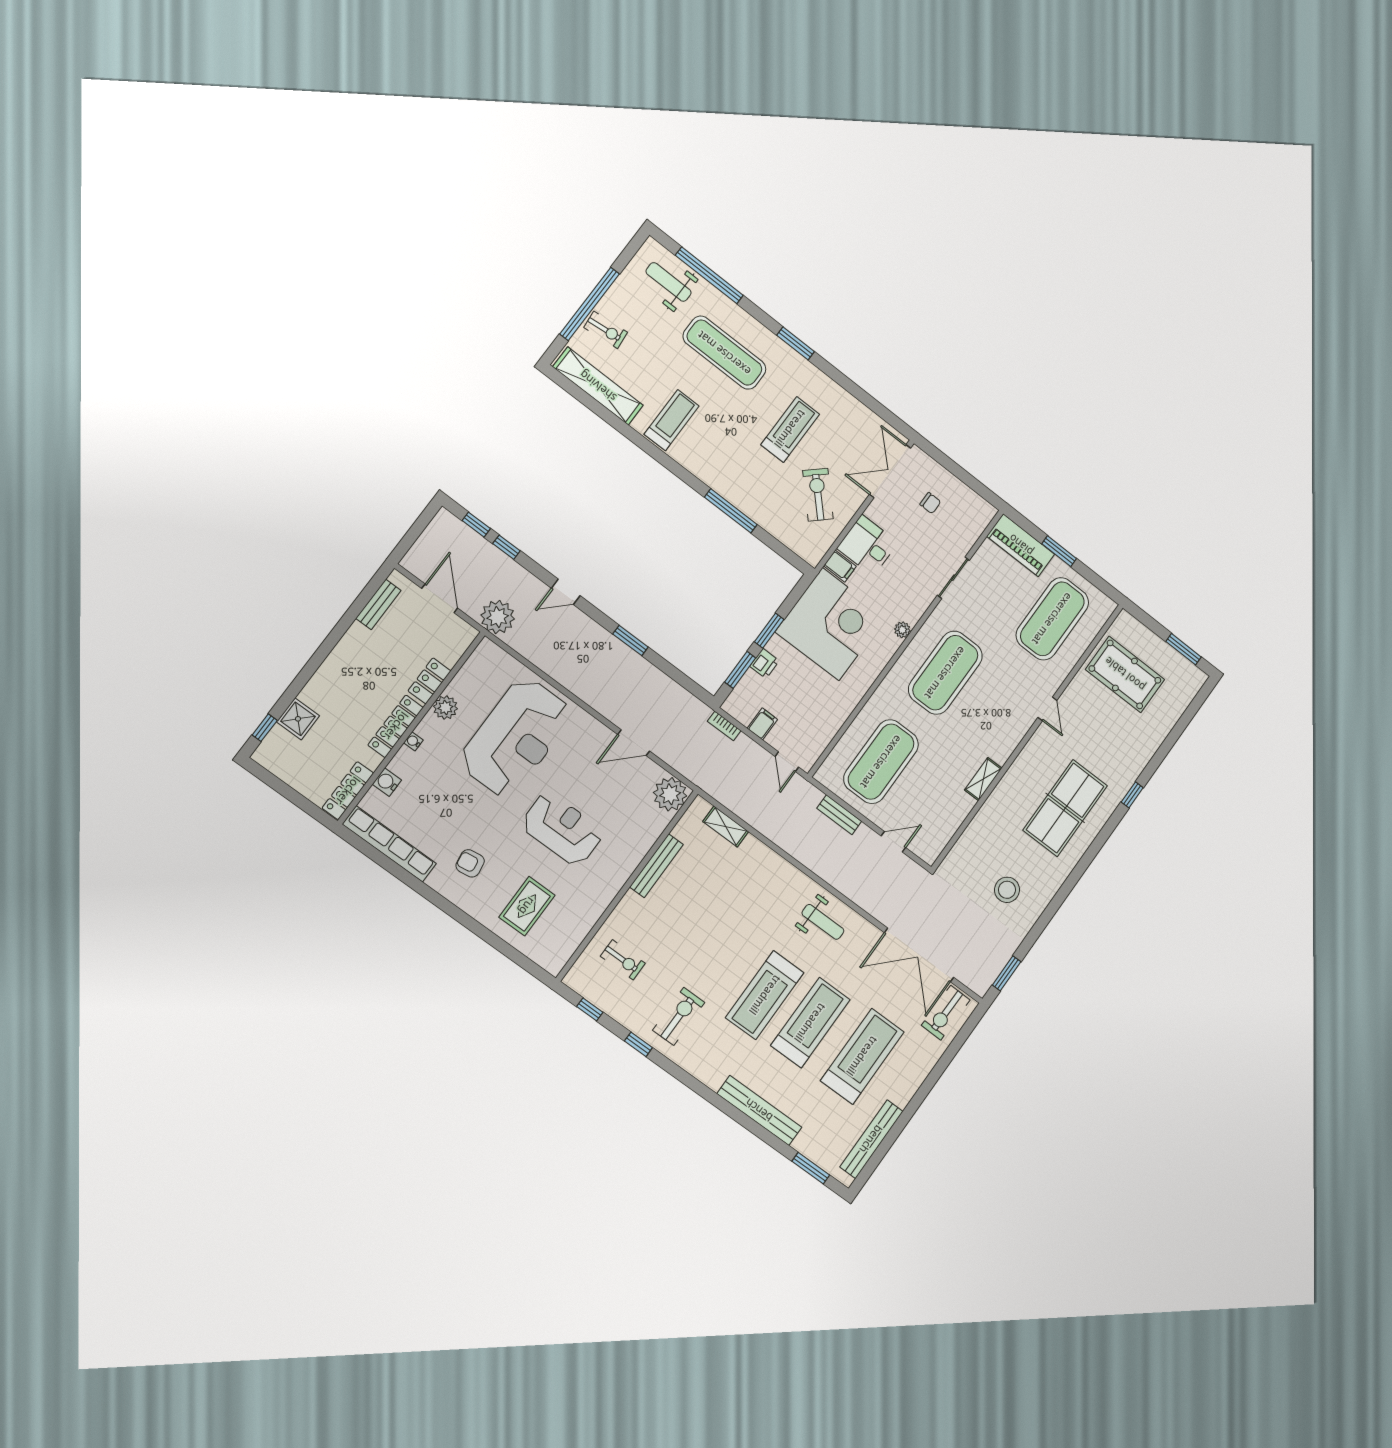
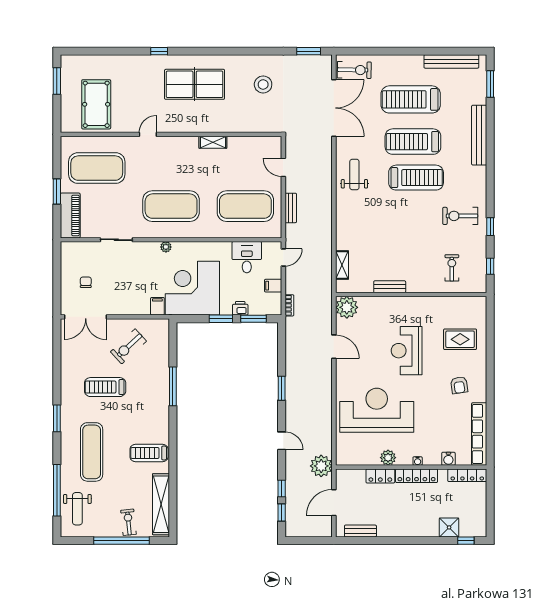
desk: (868, 545) -> (247, 257), moved, turned 180
bench: (656, 866) -> (390, 287), width x0.73

